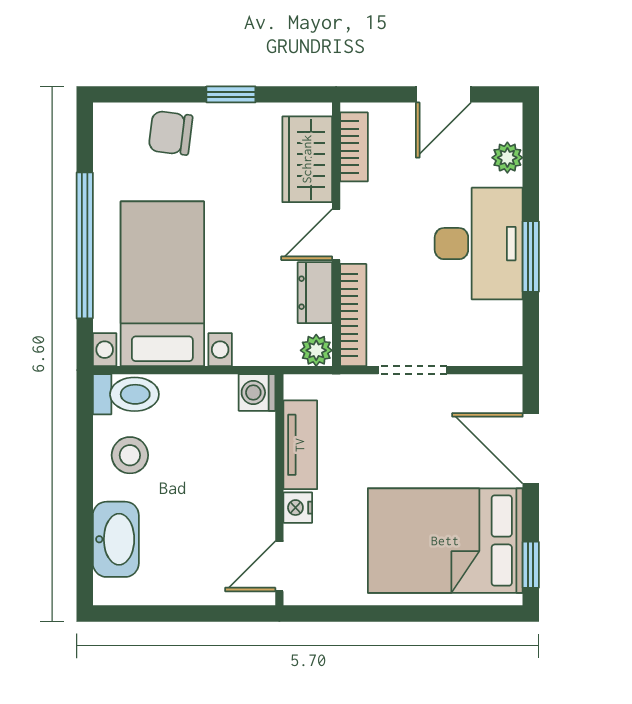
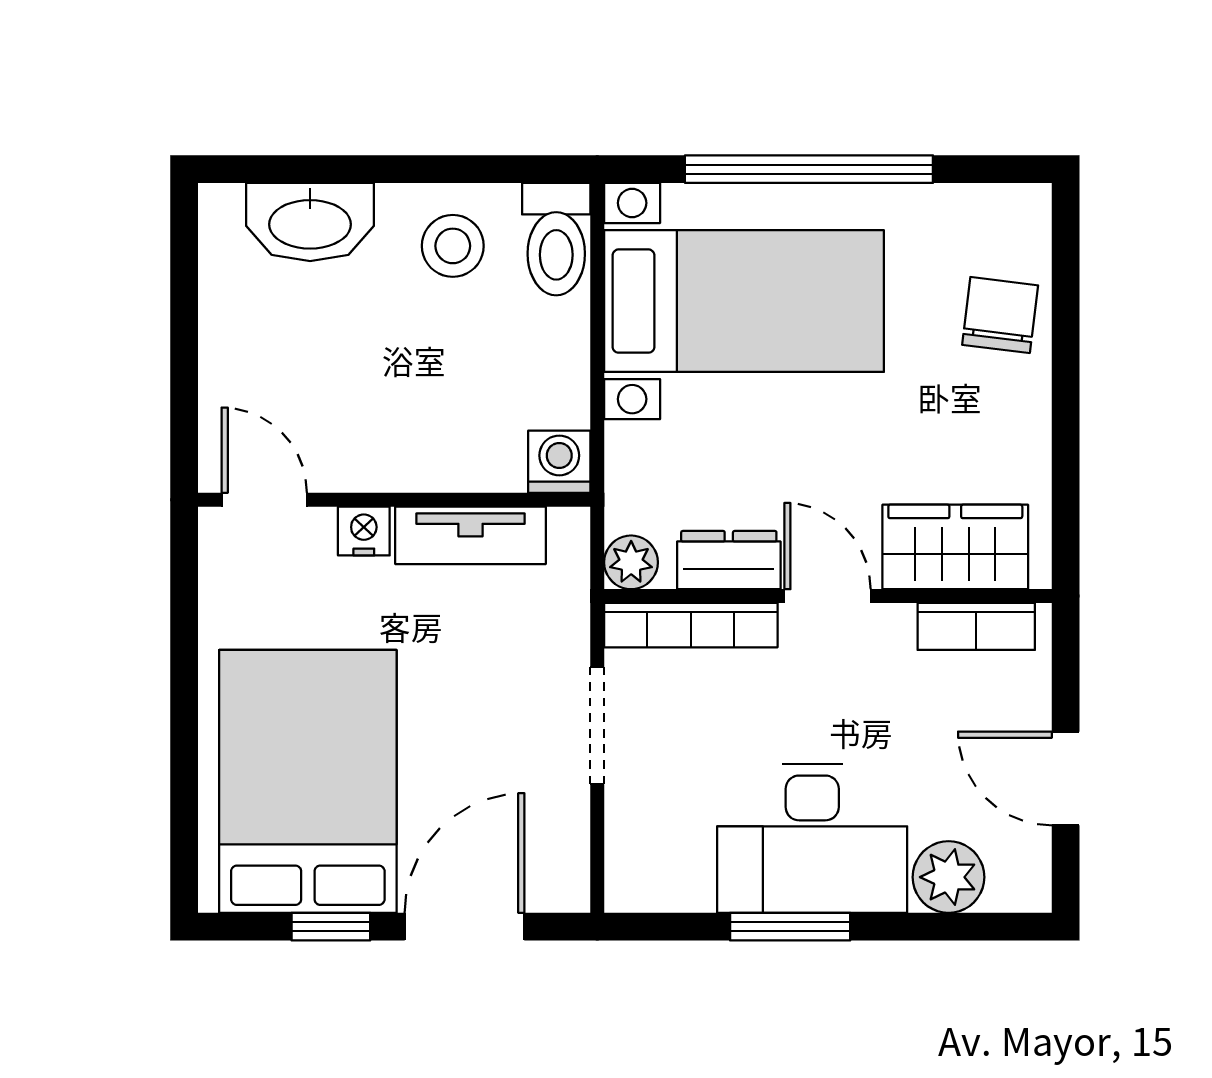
window: (231, 94) -> (1066, 418), removed
plant: (507, 158) -> (949, 877), width x1.38, depth x1.38
window: (531, 565) -> (331, 927), moved

